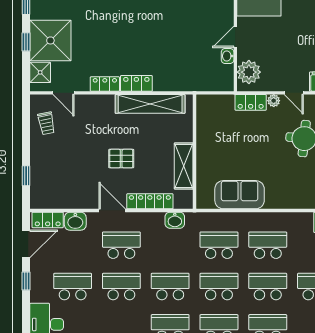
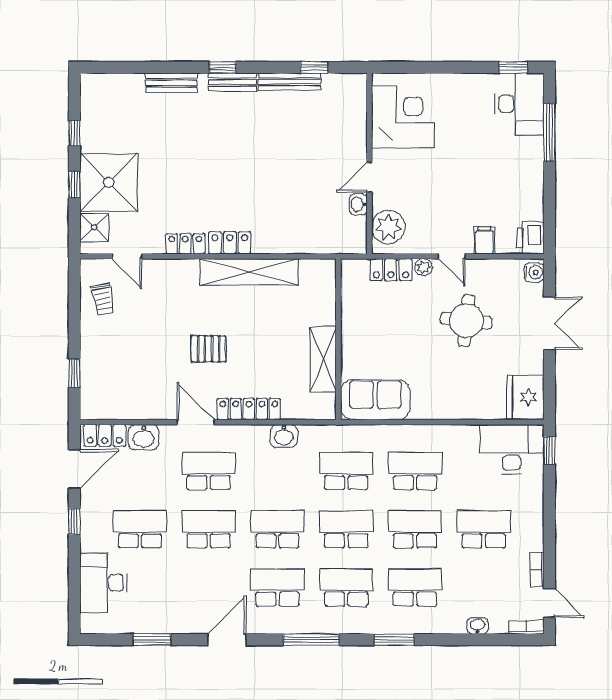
wall: (195, 152) -> (338, 339), moved
shelving: (184, 166) -> (323, 359), moved

